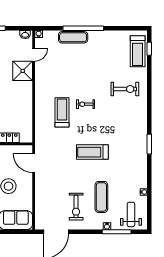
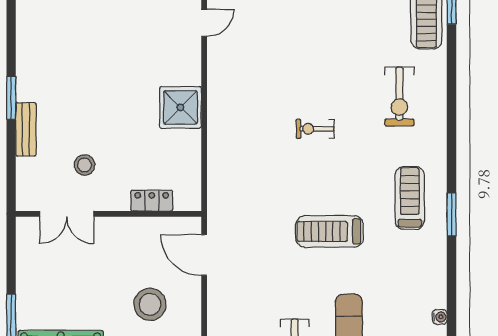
shower: (23, 71) -> (180, 107), moved
exercise bike: (125, 89) -> (399, 96), turned 90
treadmill: (62, 112) -> (410, 198), moved

